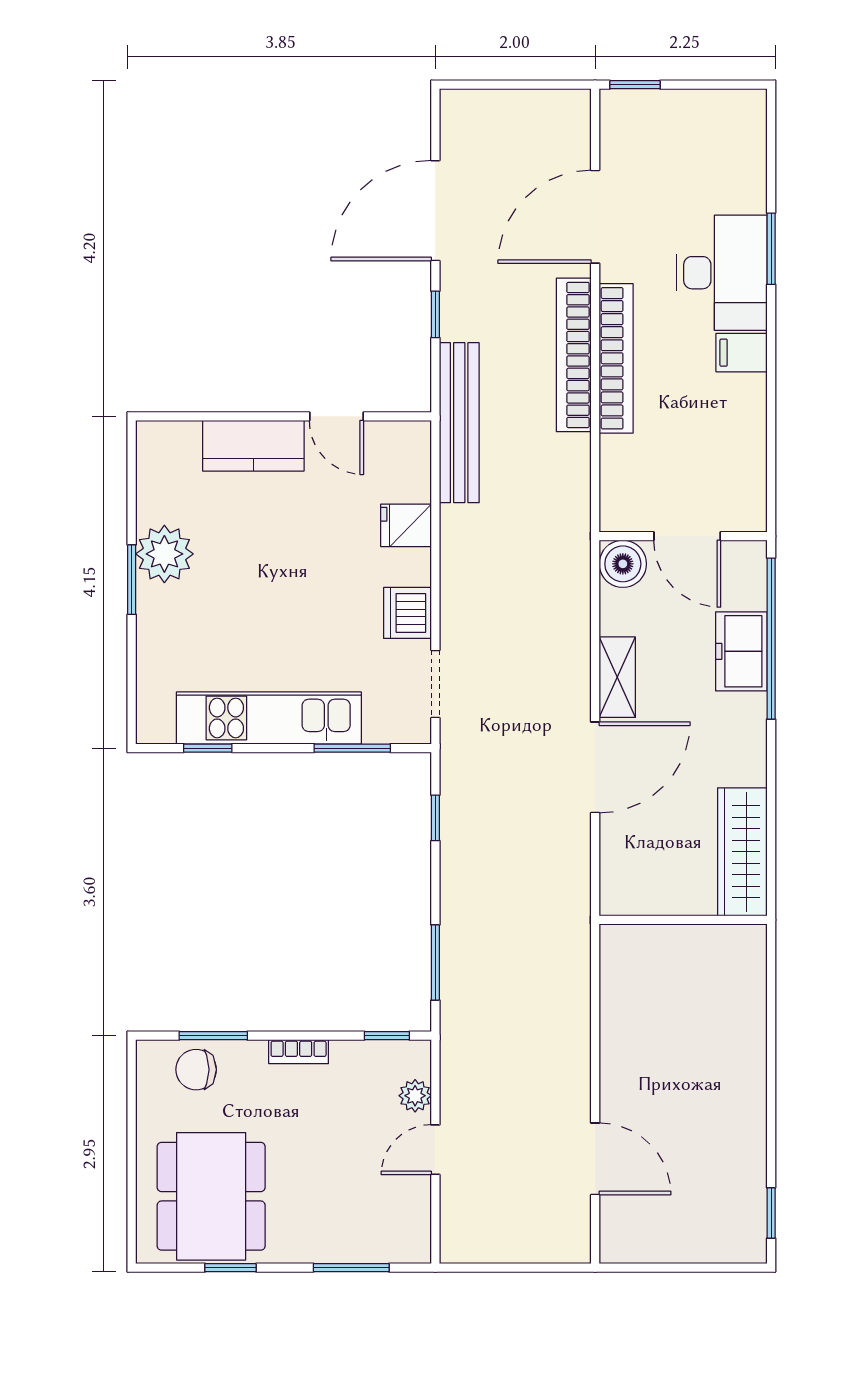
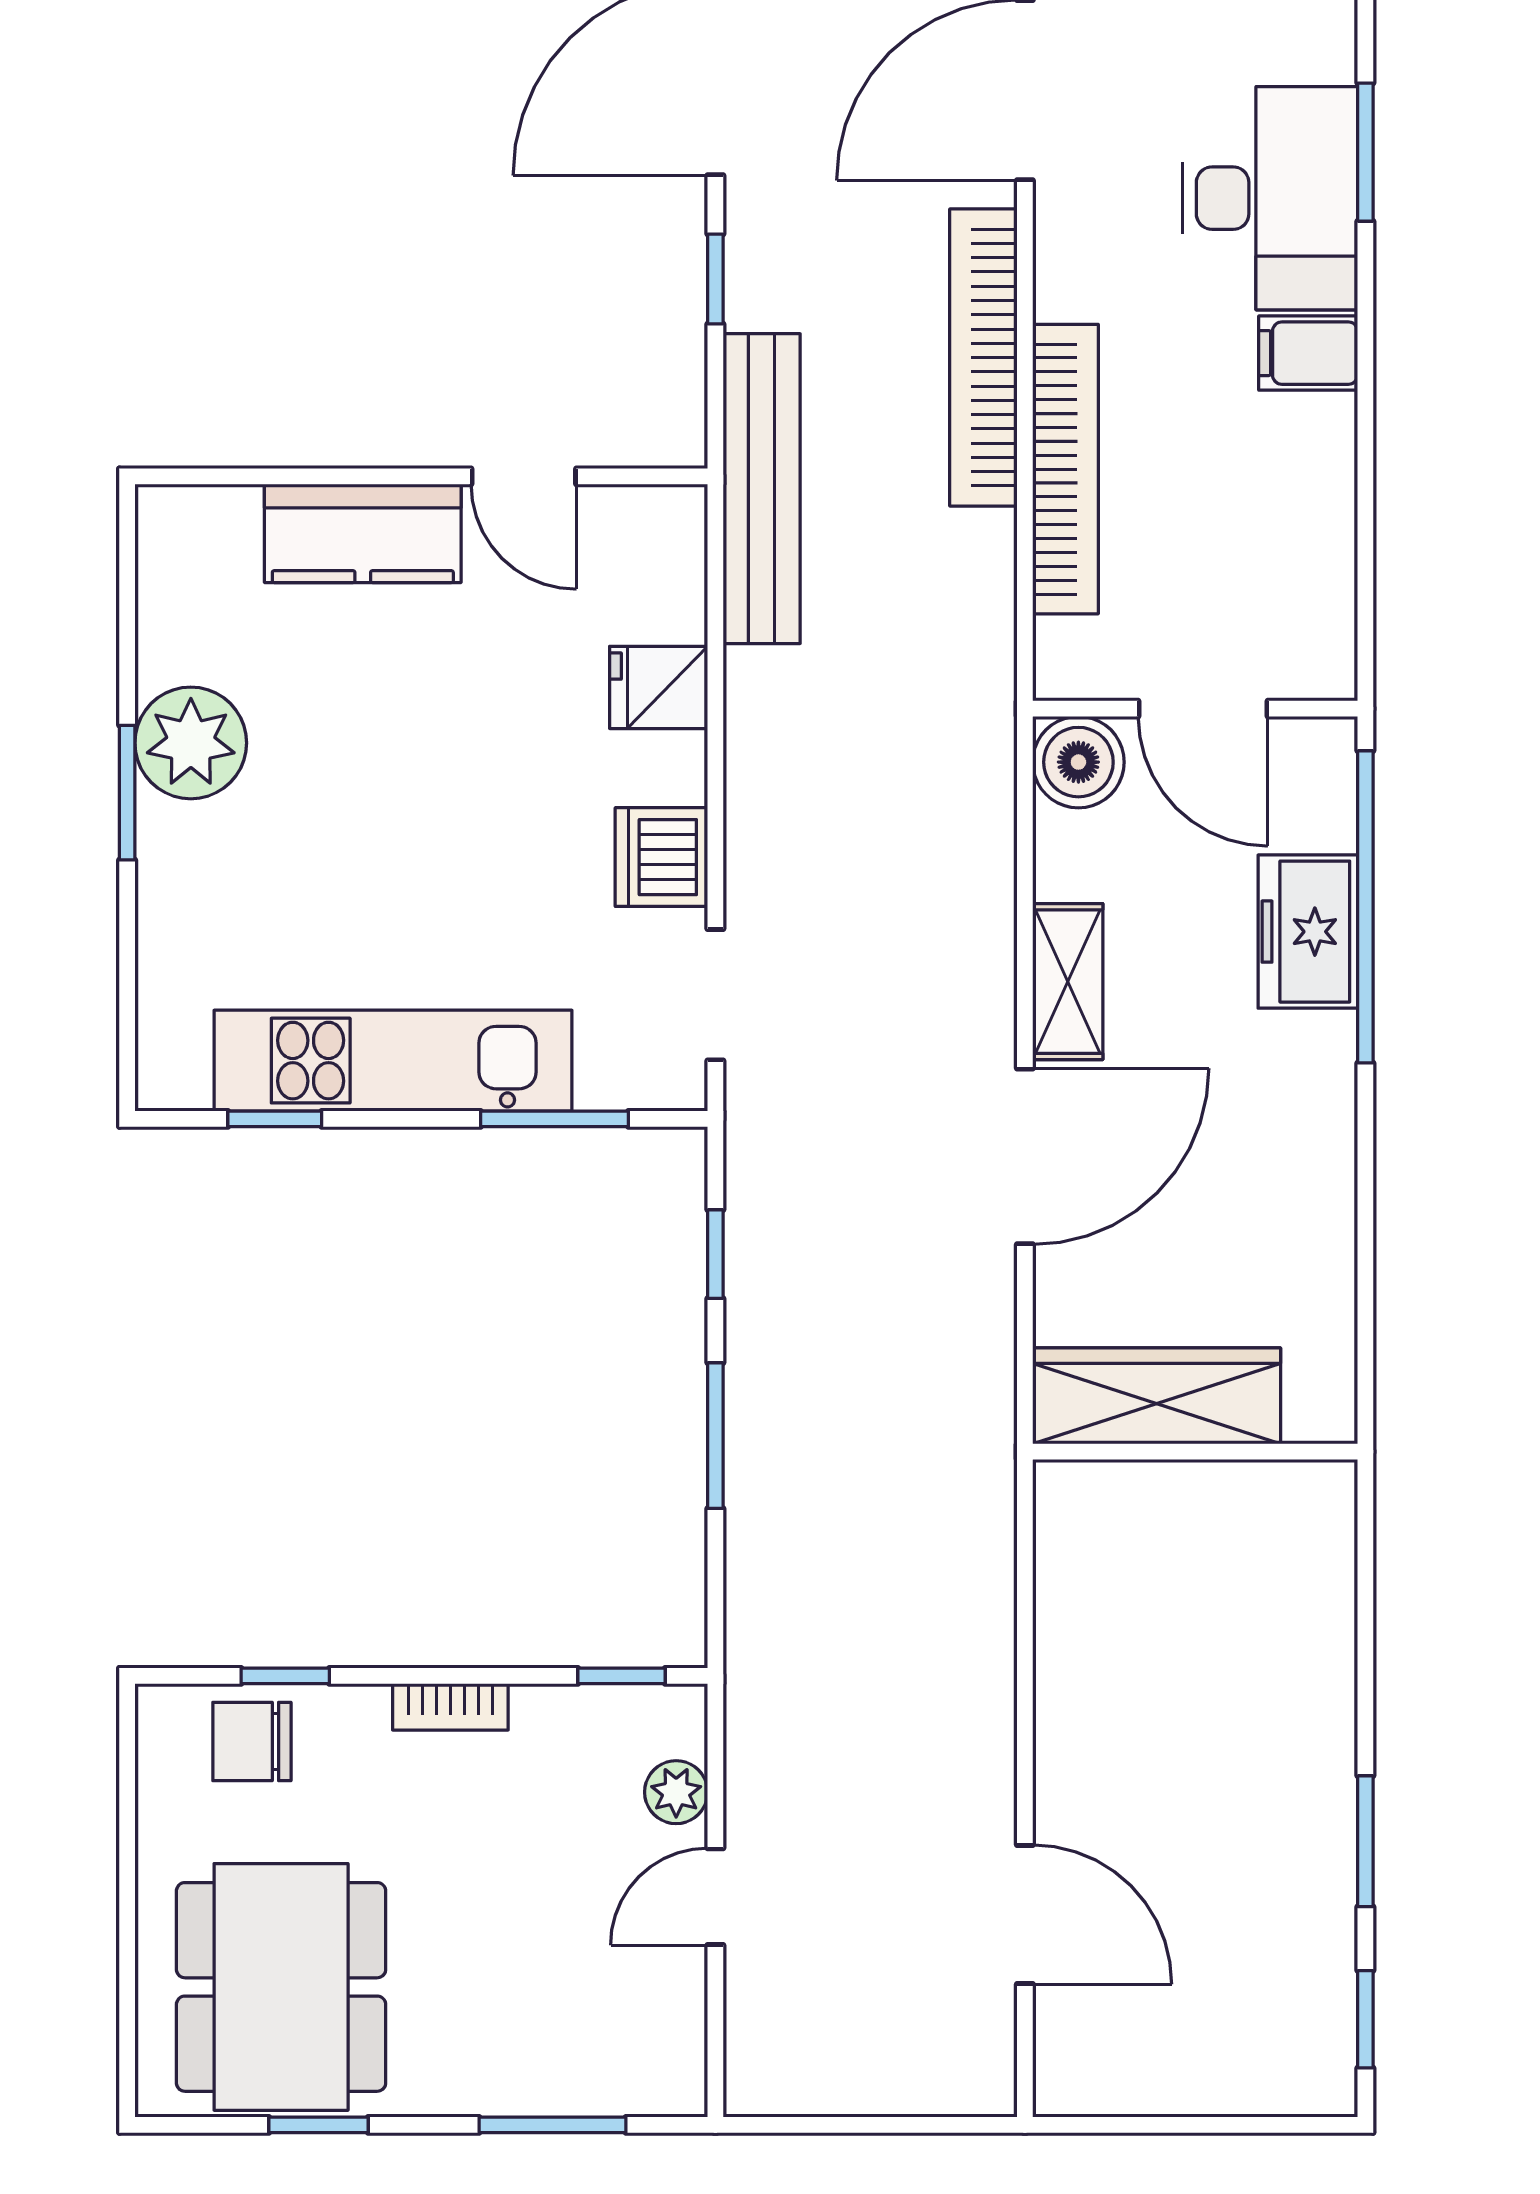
bookcase: (616, 358) -> (1065, 469), moved
wardrobe: (742, 852) -> (1157, 1396), moved, turned 90
window: (435, 962) -> (715, 1436), moved
window: (213, 1036) -> (285, 1676), width x0.67
window: (771, 1121) -> (1365, 1841), added

